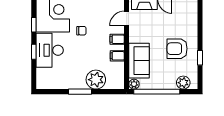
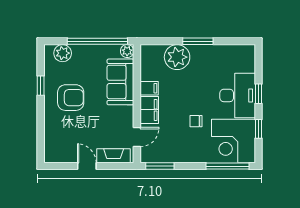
filing cabinet: (117, 39) -> (149, 110), width x2.00

